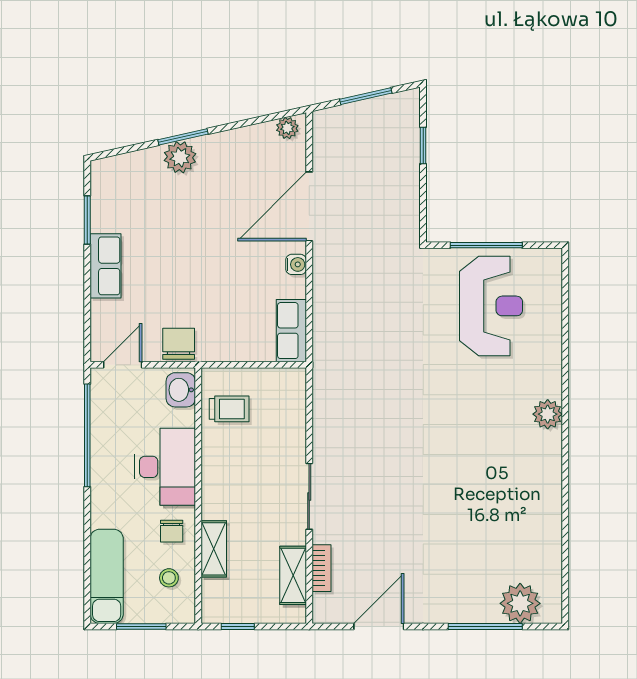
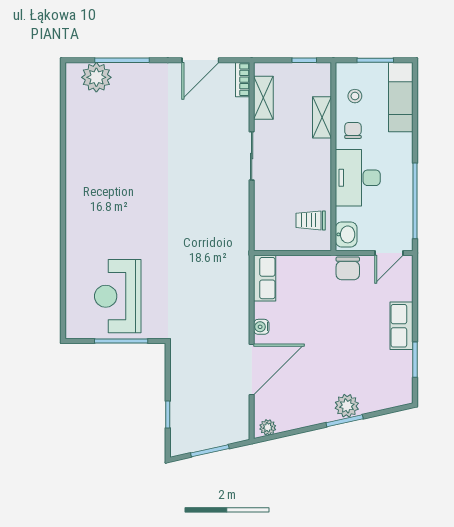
plant: (548, 414) -> (76, 217), removed
bookcase: (321, 568) -> (243, 80), moved

